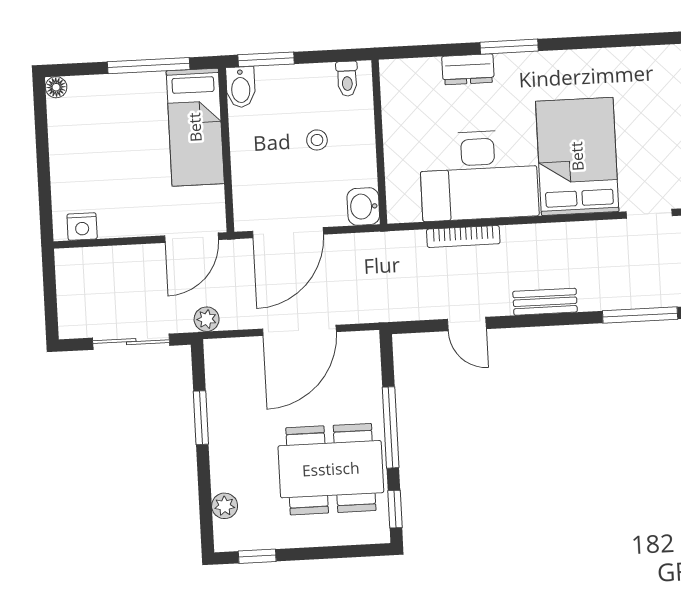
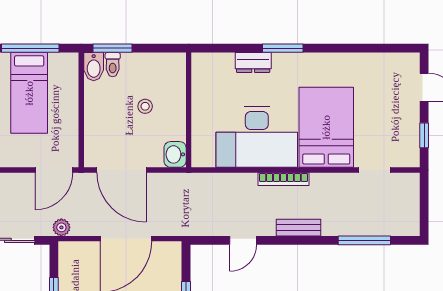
toilet: (347, 79) -> (113, 65), moved
bed: (195, 127) -> (29, 93), moved
door: (288, 233) -> (121, 170), hinge flipped
bookcase: (463, 236) -> (283, 179), moved
door: (467, 324) -> (243, 240), hinge flipped

